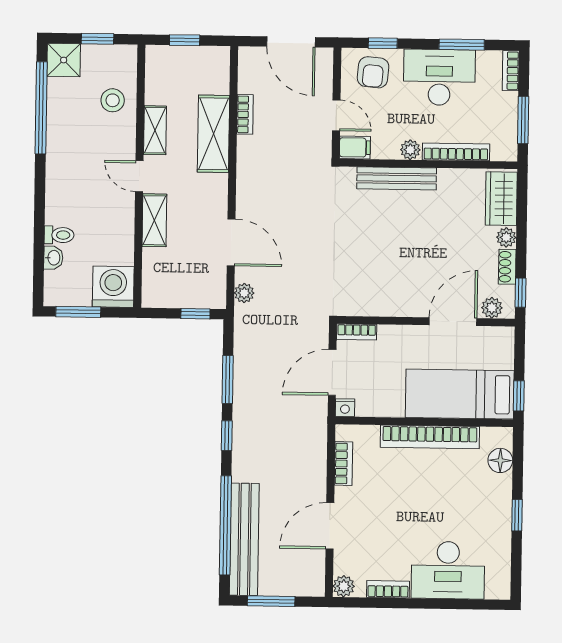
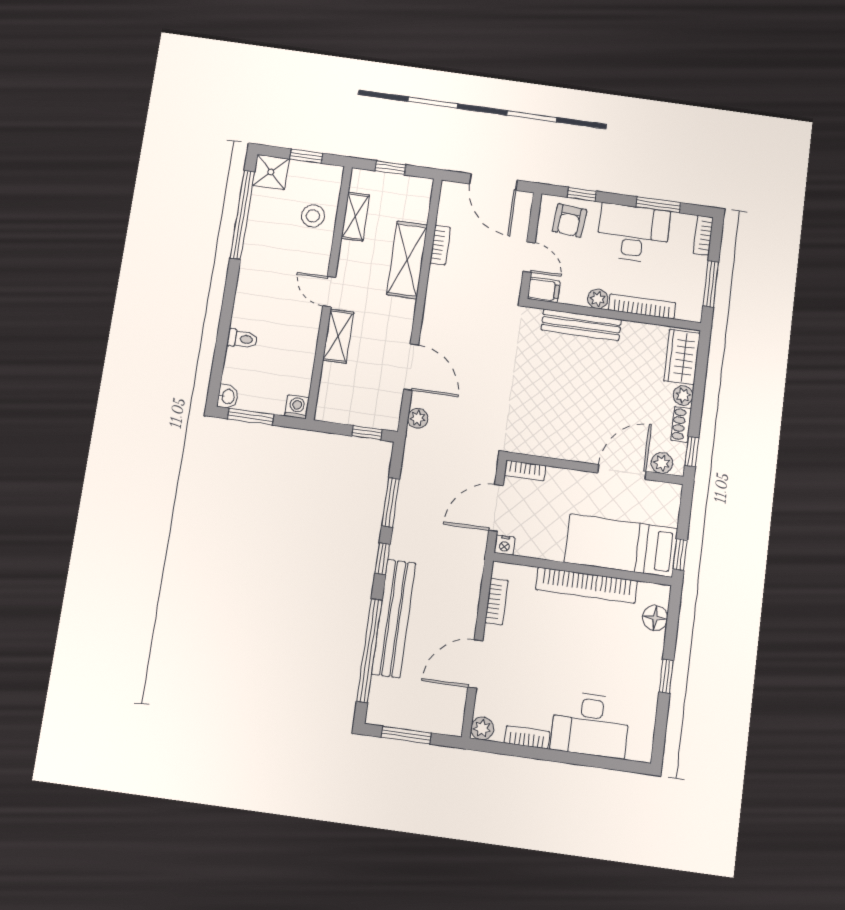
shelving: (155, 130) -> (355, 217), moved
washbasin: (53, 258) -> (228, 397), moved
washing machine: (113, 287) -> (297, 407), width x0.53, depth x0.53
bench: (244, 539) -> (394, 618), moved

